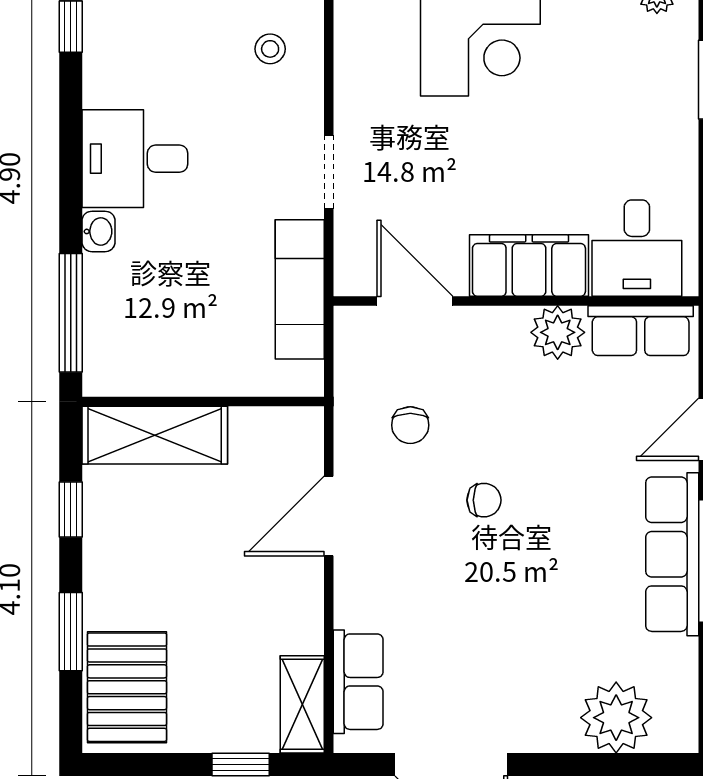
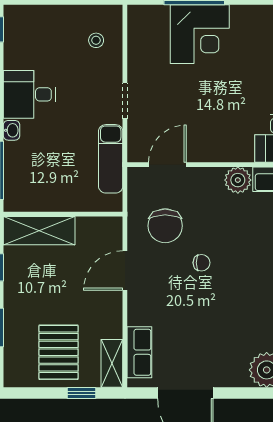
filing cabinet: (529, 266) -> (224, 147), removed
door: (415, 301) -> (167, 165), hinge flipped
chair: (410, 425) -> (165, 226), width x1.87, depth x1.87
pallet: (127, 687) -> (59, 352), moved

